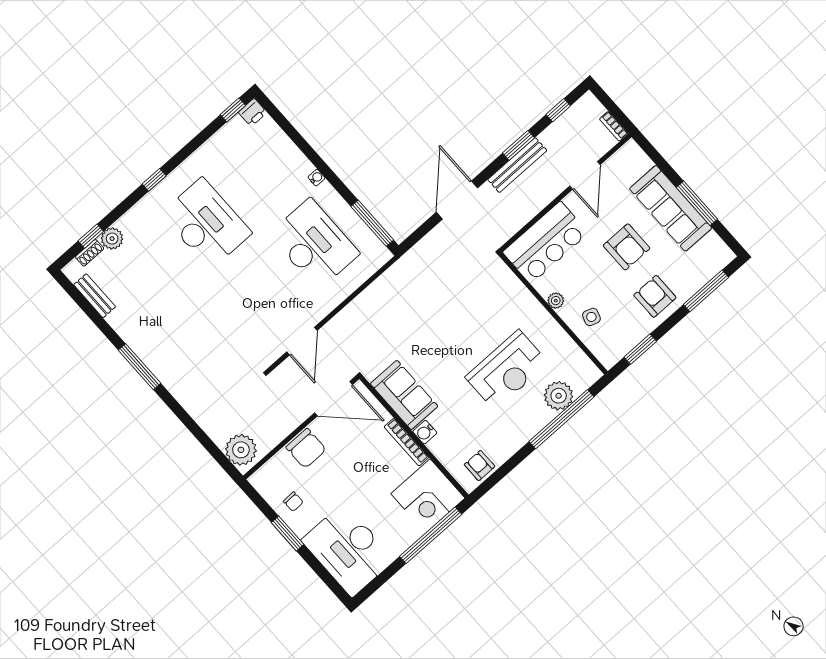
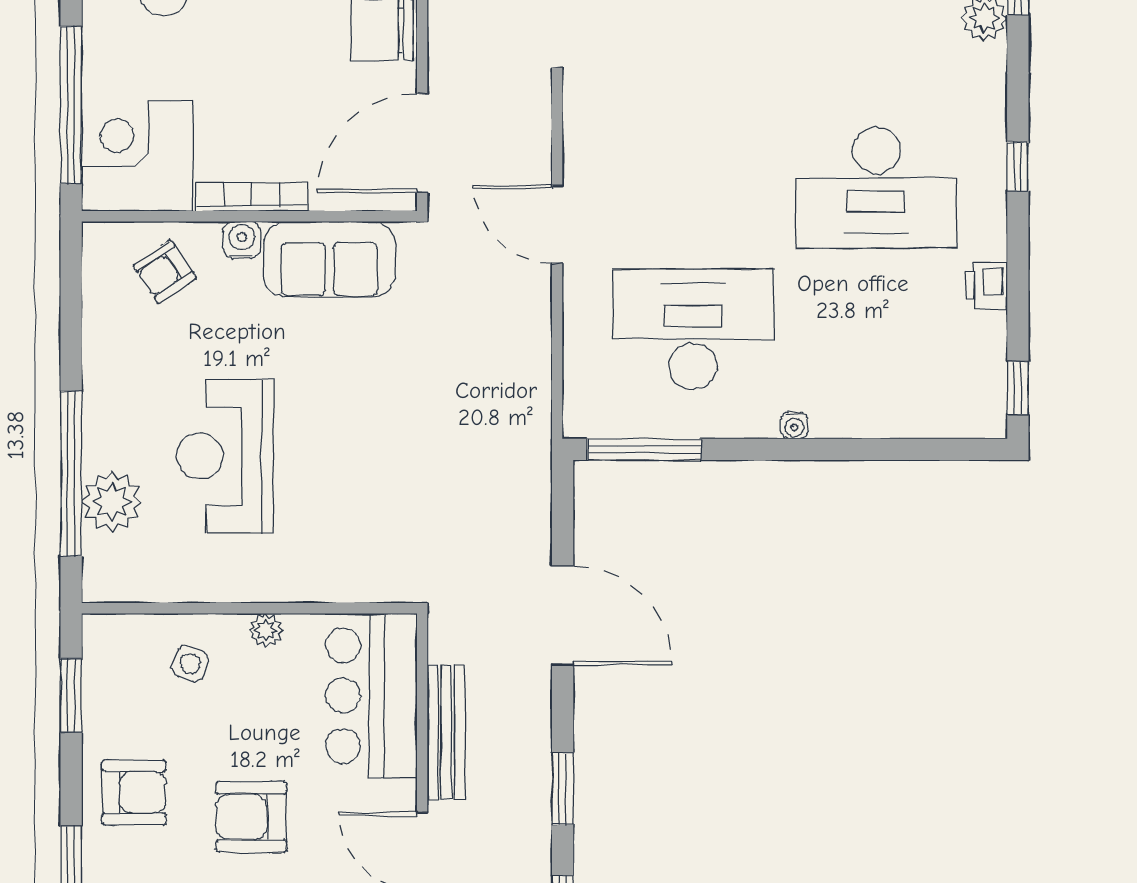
printer: (253, 112) -> (986, 285), moved
bench: (517, 165) -> (446, 732), moved
desk: (314, 244) -> (693, 329), turned 180
door: (302, 341) -> (557, 224), moved
armchair: (480, 465) -> (165, 272), moved, turned 146

